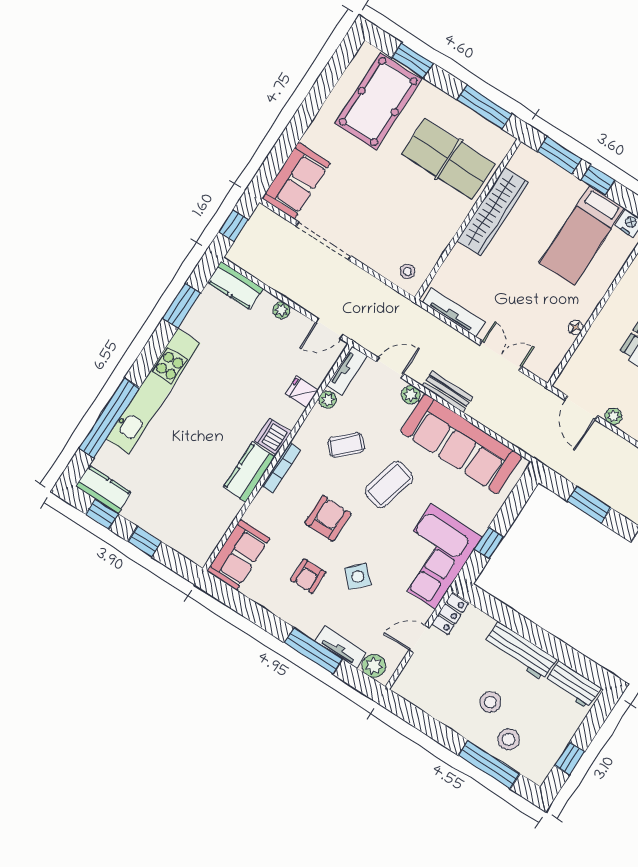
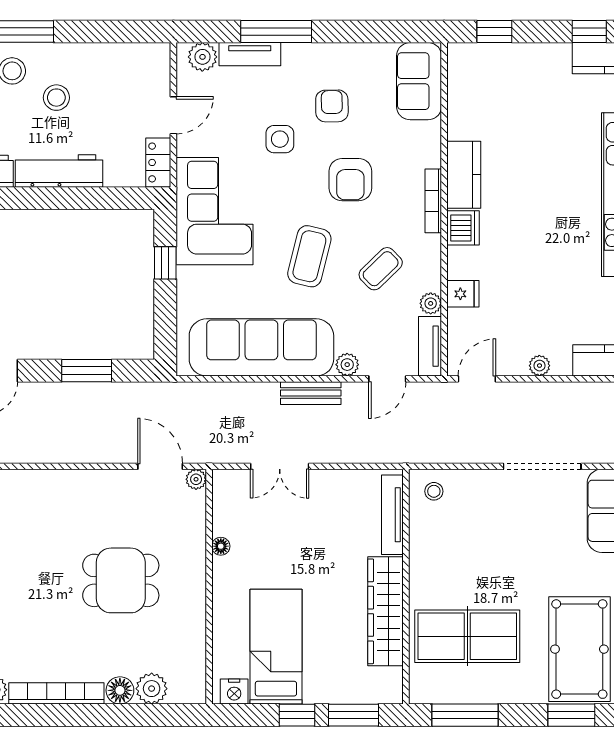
tv unit: (453, 312) -> (392, 515), moved, turned 90
plant: (613, 416) -> (196, 479), moved
window: (145, 542) -> (494, 32), moved
side table: (358, 576) -> (280, 139), turned 45

